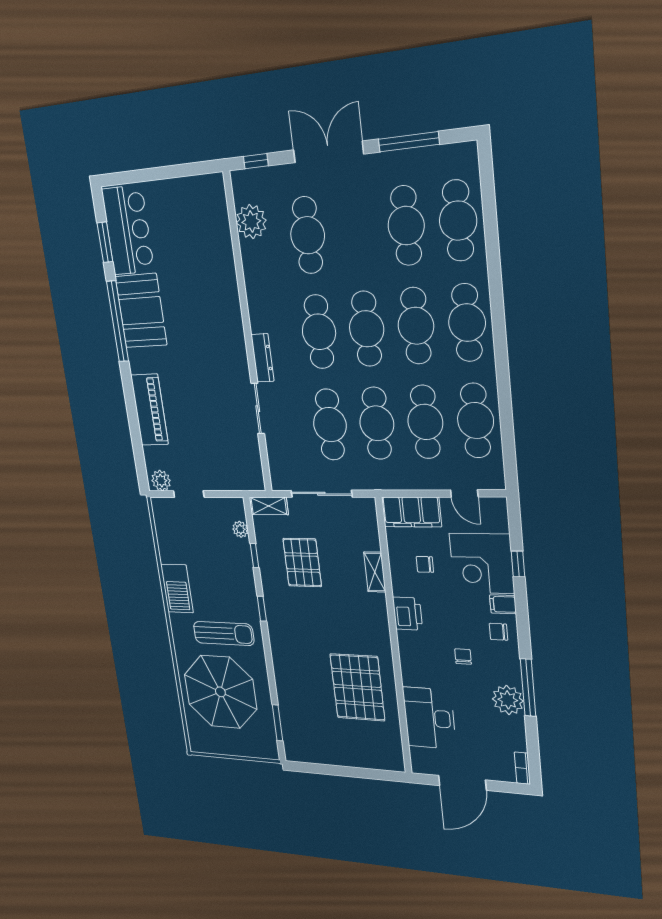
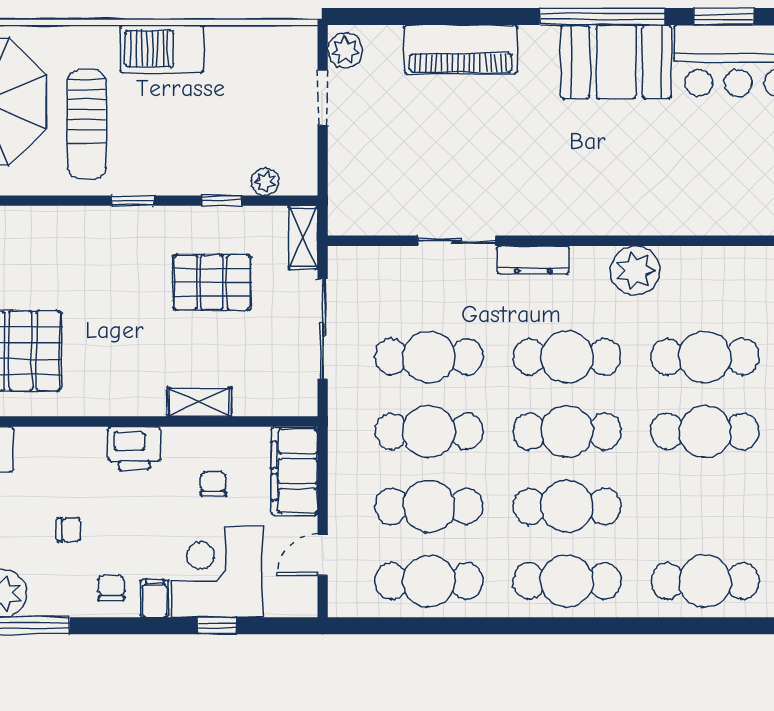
plant: (251, 222) -> (635, 270), moved
cafe table: (406, 226) -> (705, 432), moved

